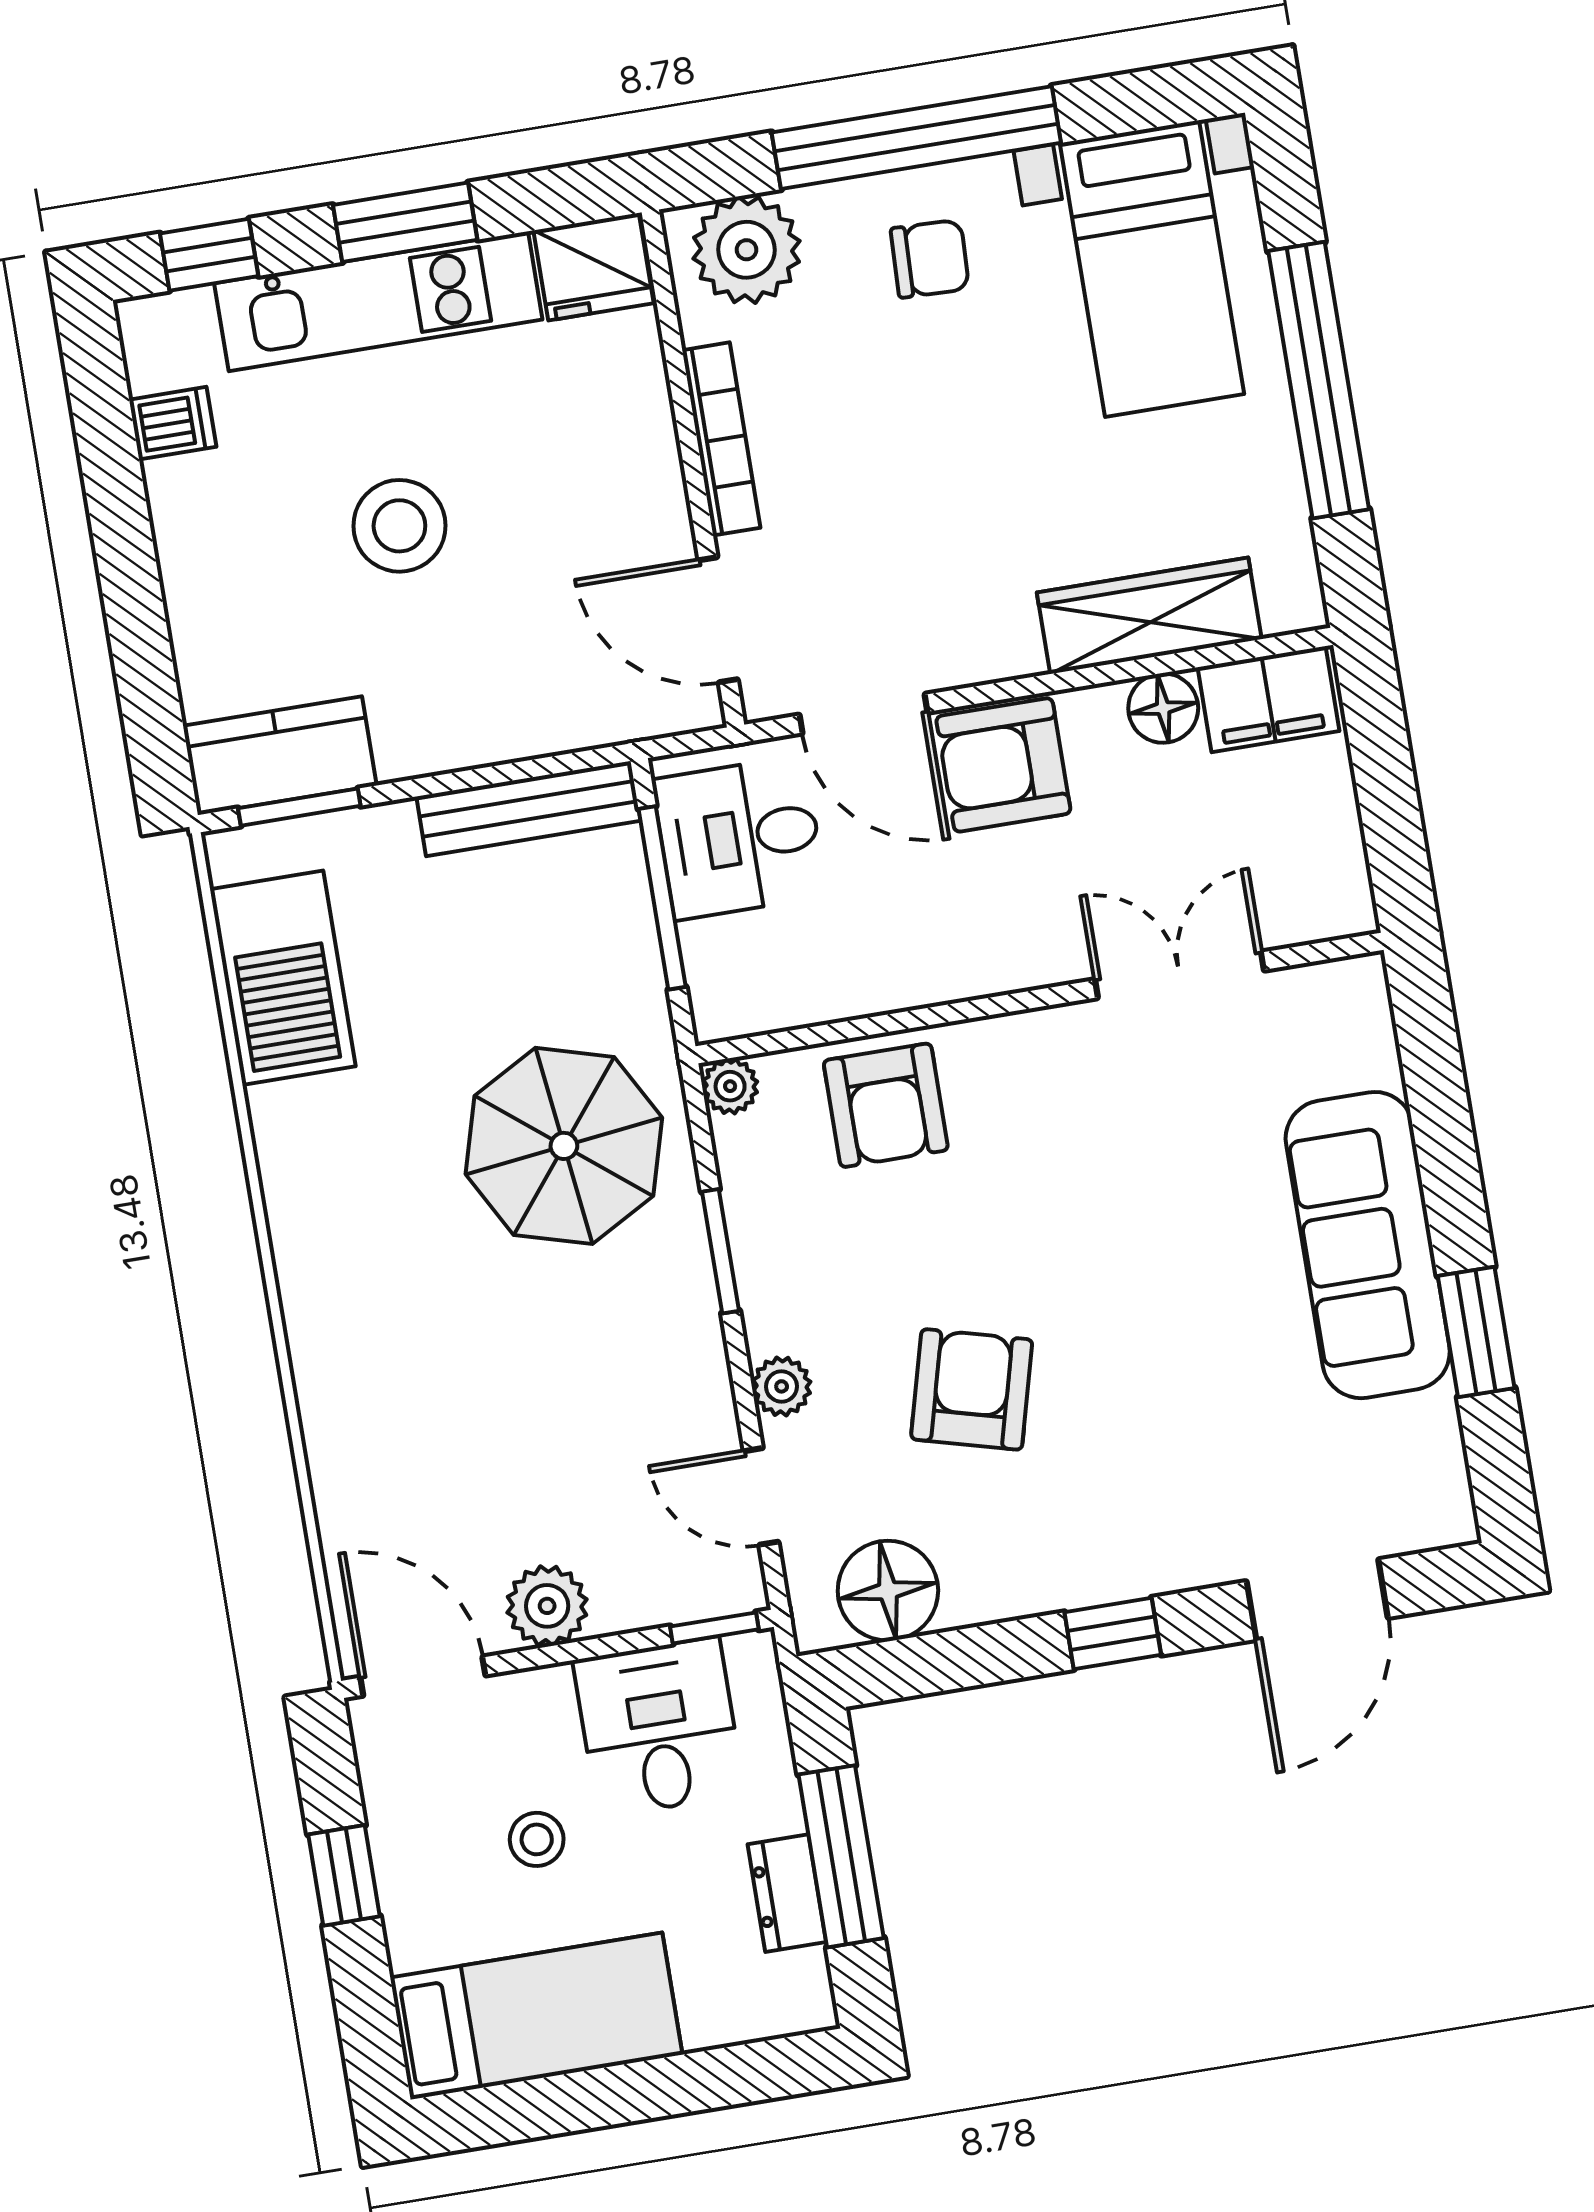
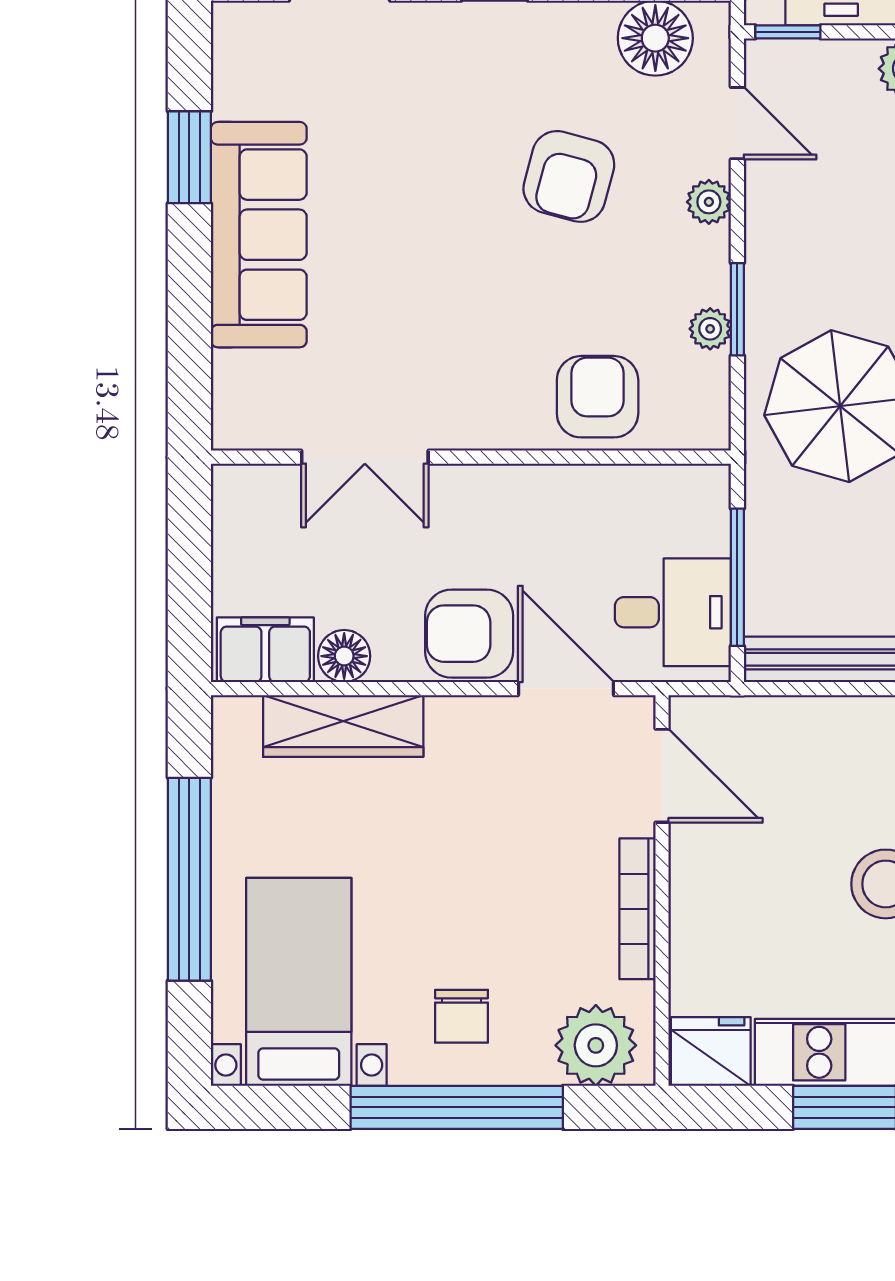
chair: (930, 259) -> (462, 1016), turned -92
armchair: (1003, 765) -> (469, 634), turned 180
plant: (730, 1086) -> (710, 329), moved

